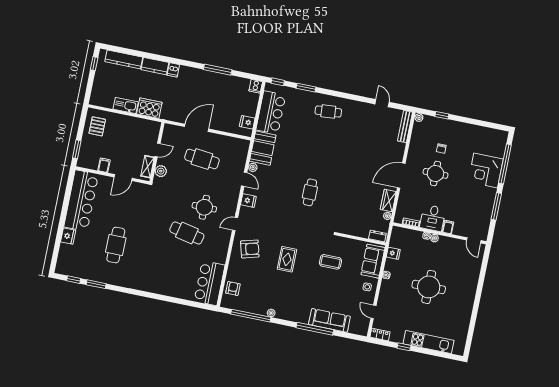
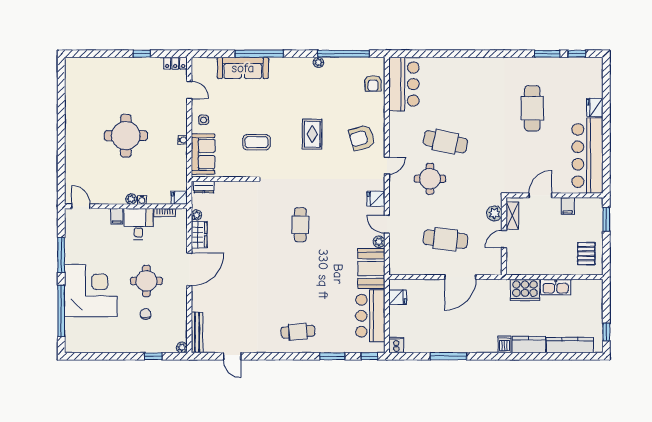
corner desk: (486, 170) -> (91, 291), width x1.36, depth x1.36
fridge: (393, 253) -> (179, 198), moved
kitchen unit: (429, 342) -> (112, 66), removed

